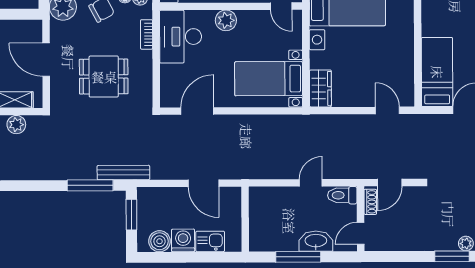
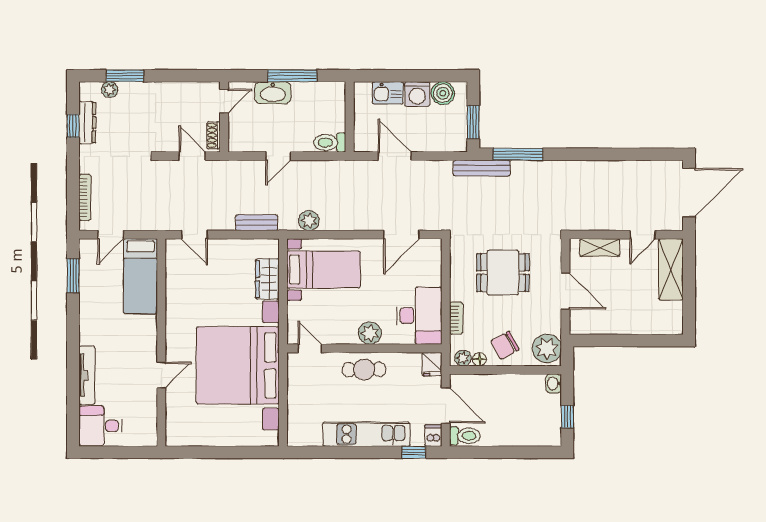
wardrobe: (320, 88) -> (267, 279), moved
bench: (330, 122) -> (257, 223), added
plant: (16, 125) -> (309, 221), moved
door: (390, 183) -> (192, 156), hinge flipped
toilet: (342, 195) -> (330, 143), moved, turned 180

